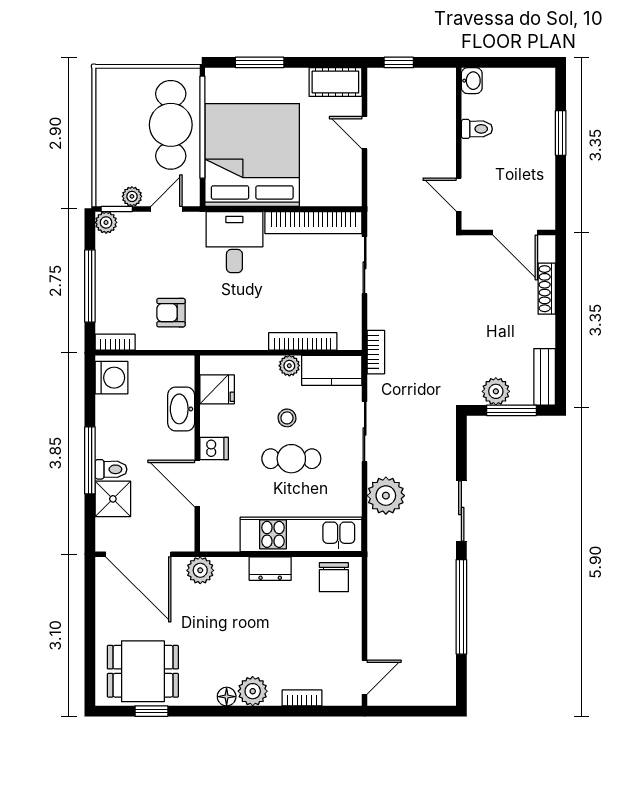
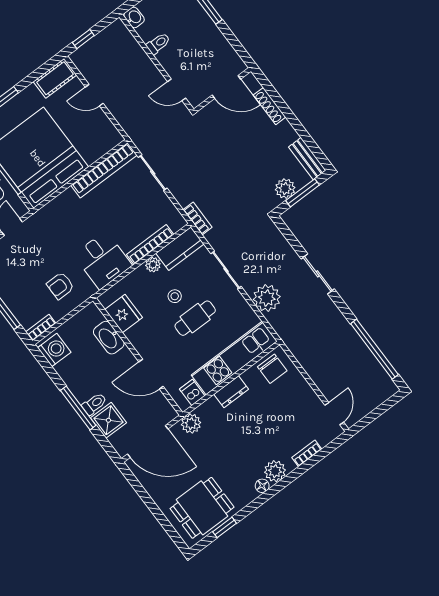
desk: (234, 242) -> (103, 260), moved, turned 180
fridge: (217, 389) -> (124, 314), width x1.38
dishwasher: (214, 448) -> (192, 392), moved, turned -90
window: (461, 607) -> (374, 349), moved

